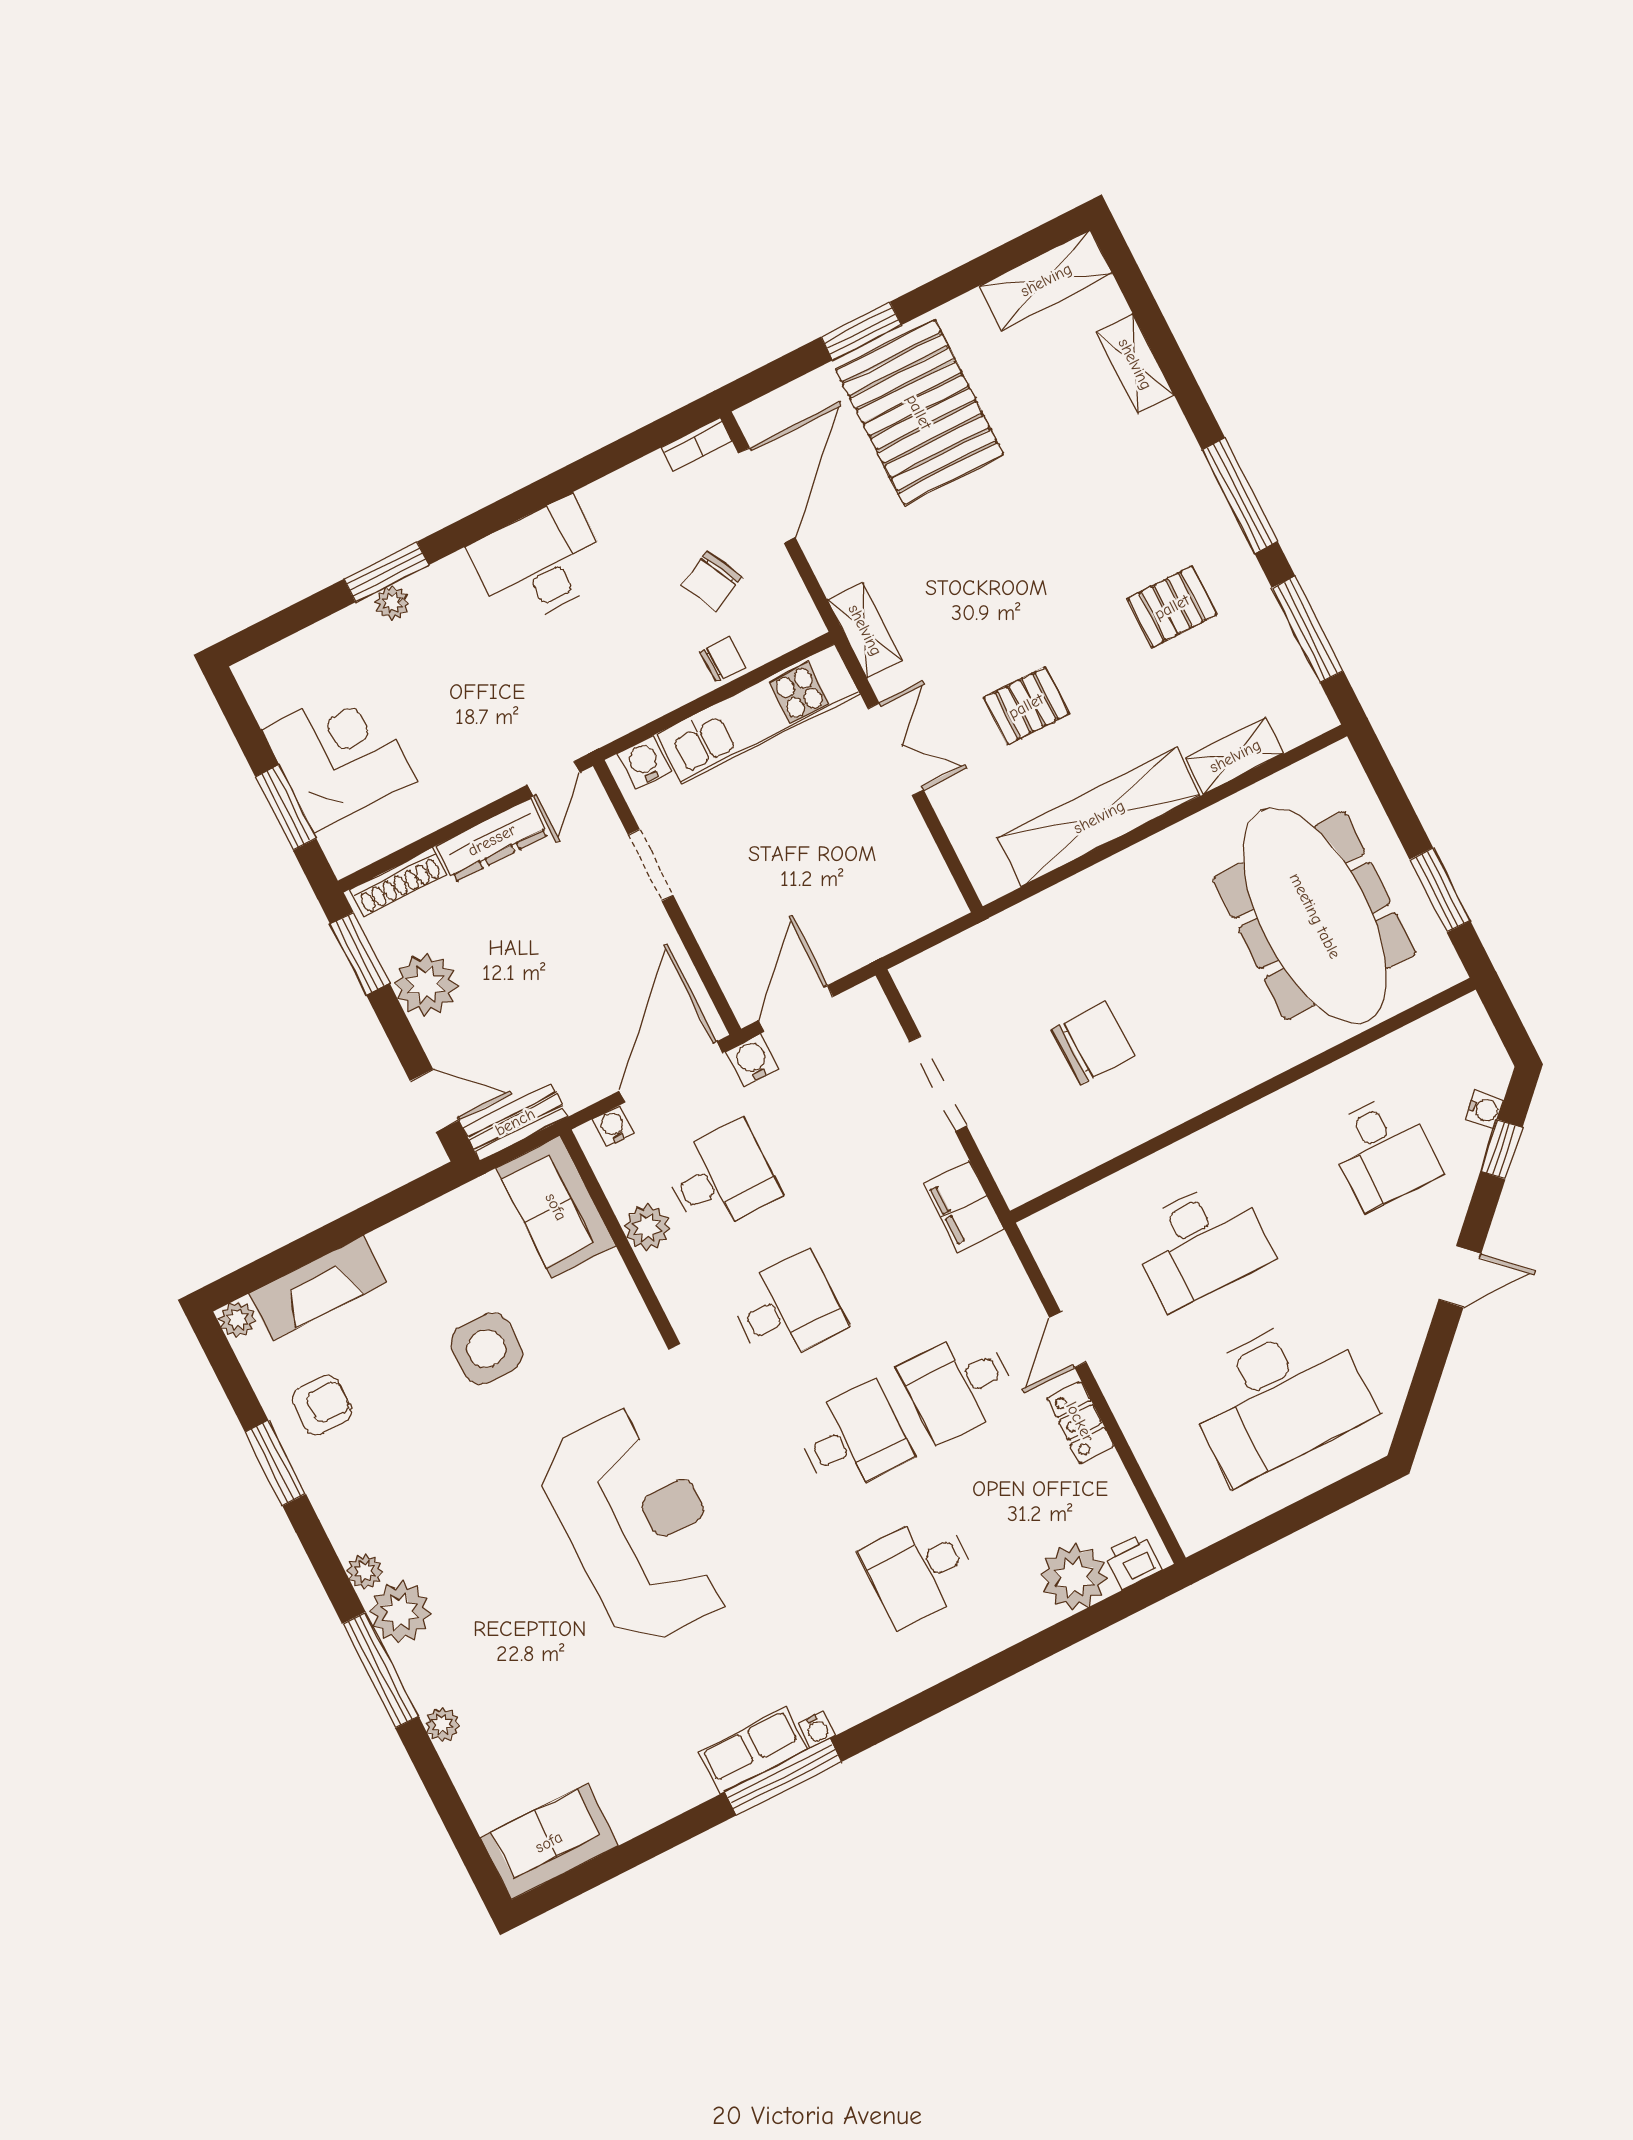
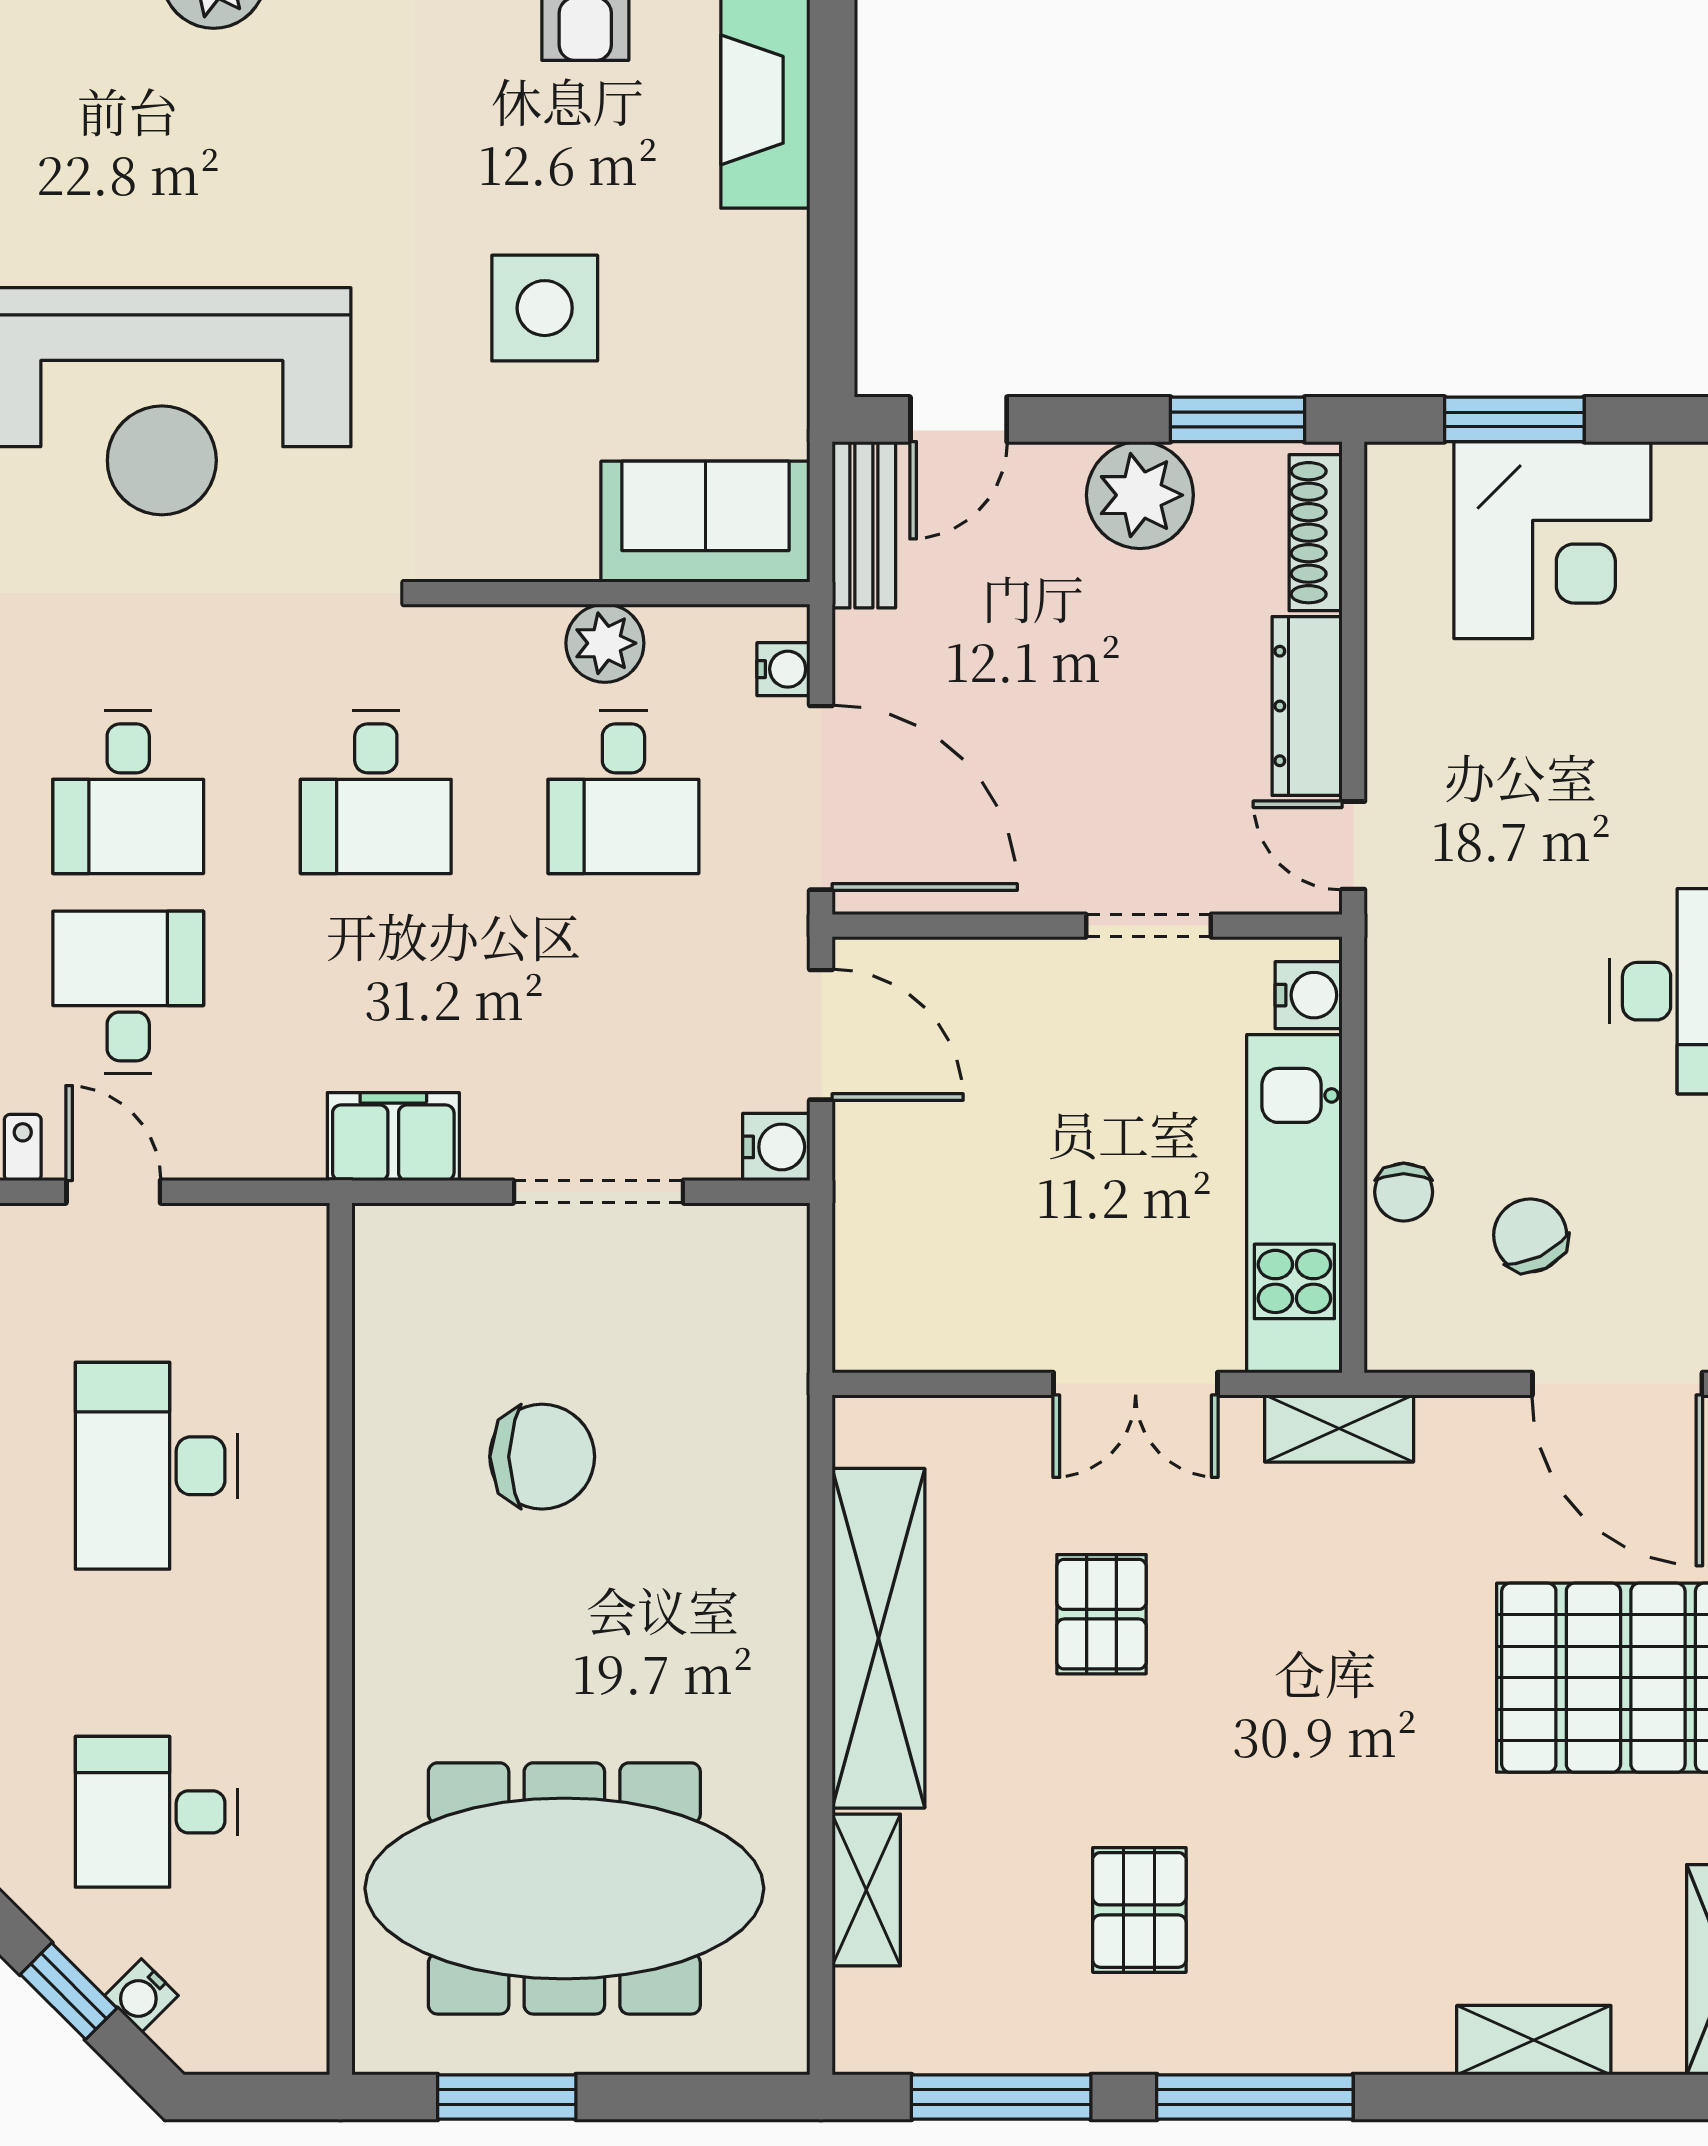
chair: (1093, 1043) -> (542, 1457), turned -89
water cooler: (752, 1060) -> (776, 1147), moved

